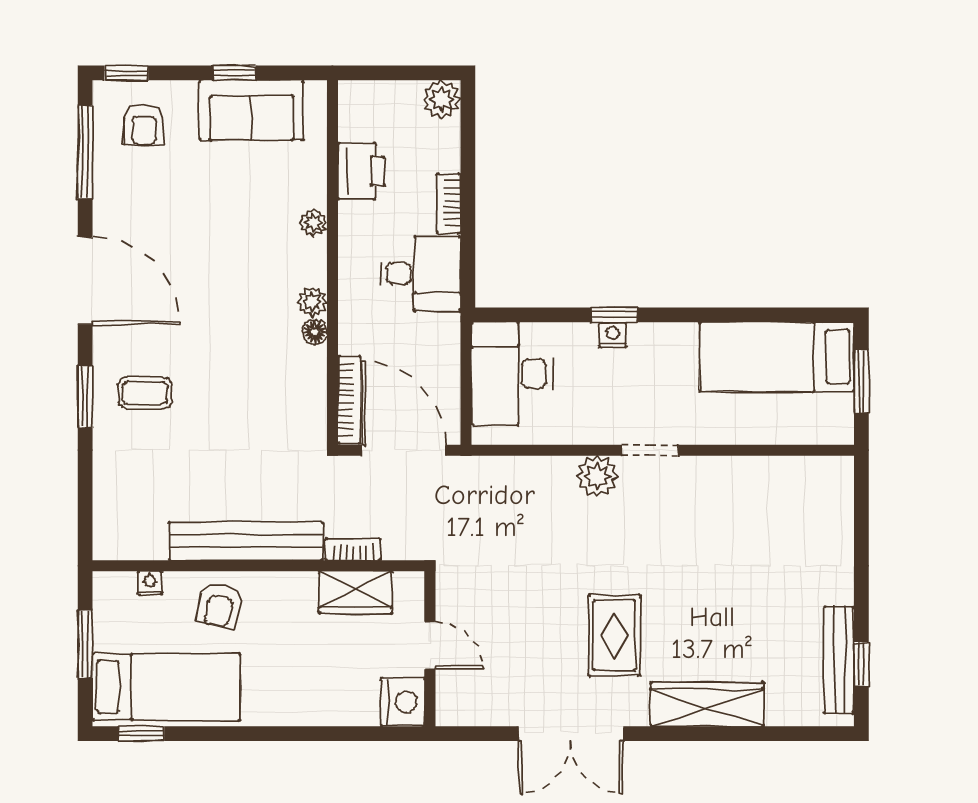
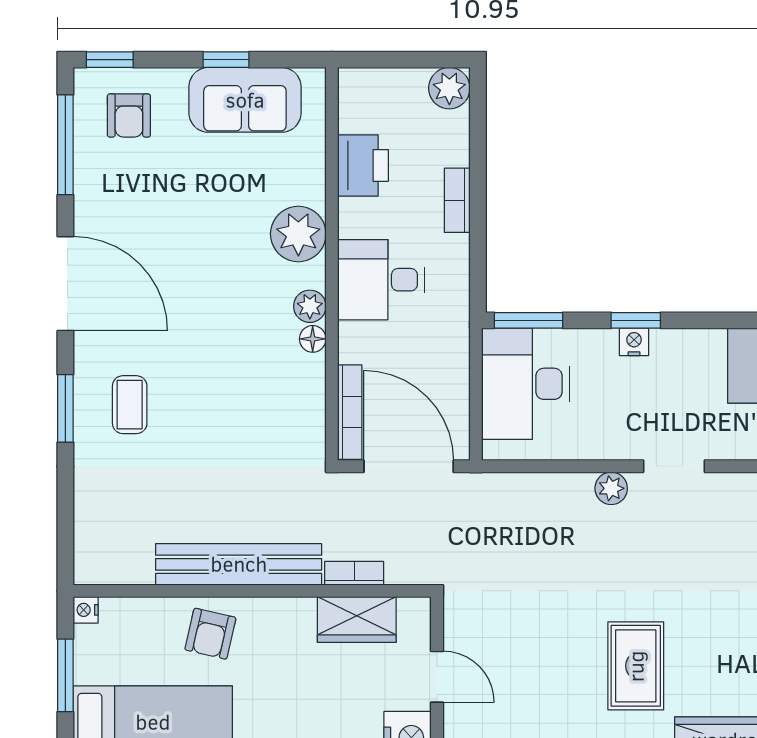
plant: (313, 223) -> (298, 234), width x1.88, depth x1.88
desk: (420, 273) -> (381, 280), moved, turned 180
window: (515, 315) -> (528, 320), added
coffee table: (145, 393) -> (130, 405), turned 90
plant: (597, 476) -> (611, 488), width x0.73, depth x0.73
nightstand: (150, 583) -> (86, 610), moved, turned -90

